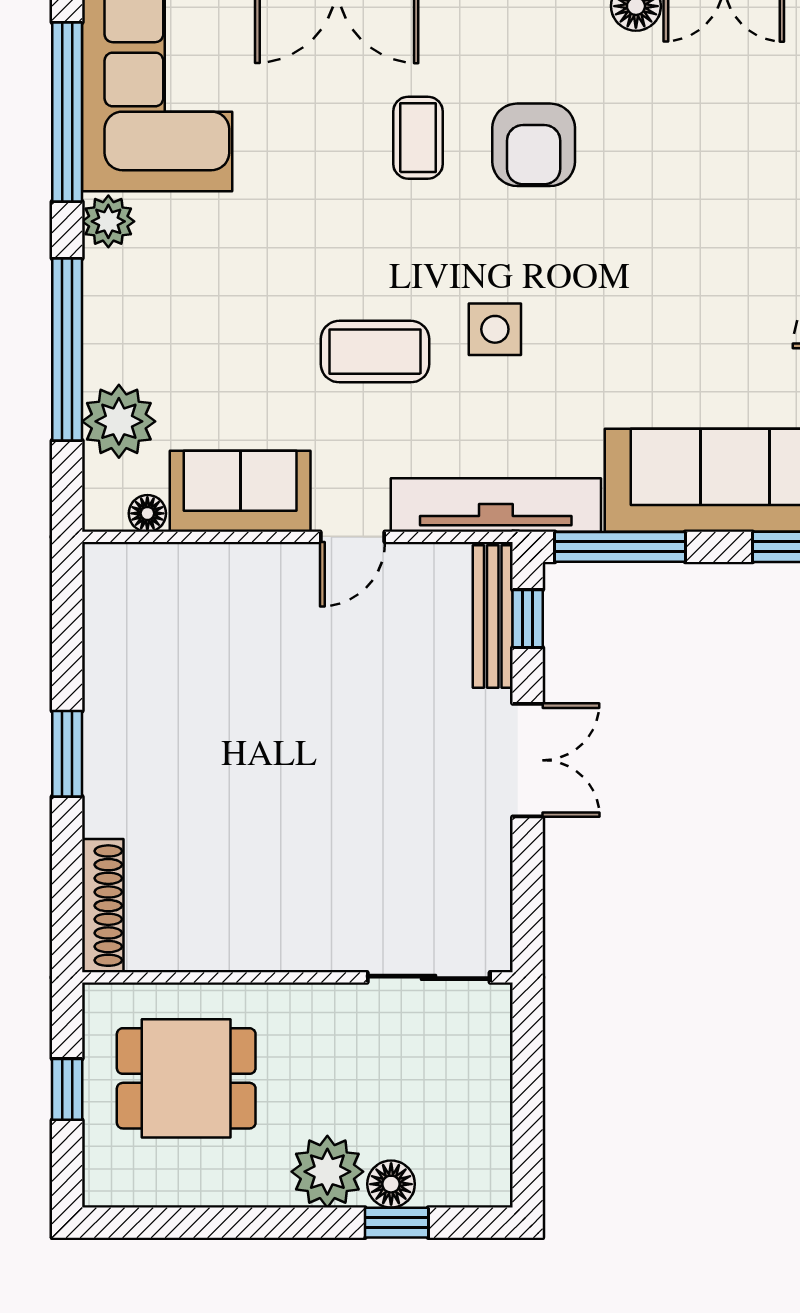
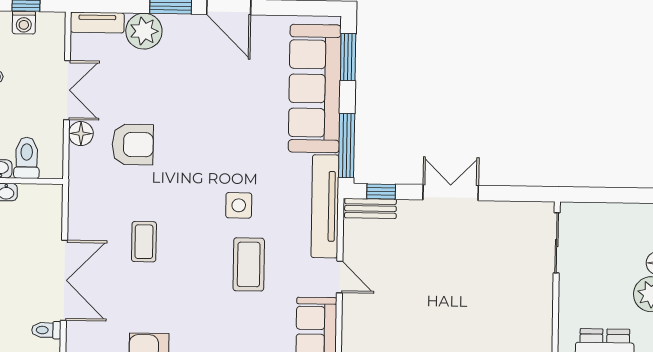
coffee table: (418, 138) -> (144, 242), turned 90
armchair: (534, 145) -> (133, 145), moved
bench: (493, 616) -> (370, 209), width x0.73

